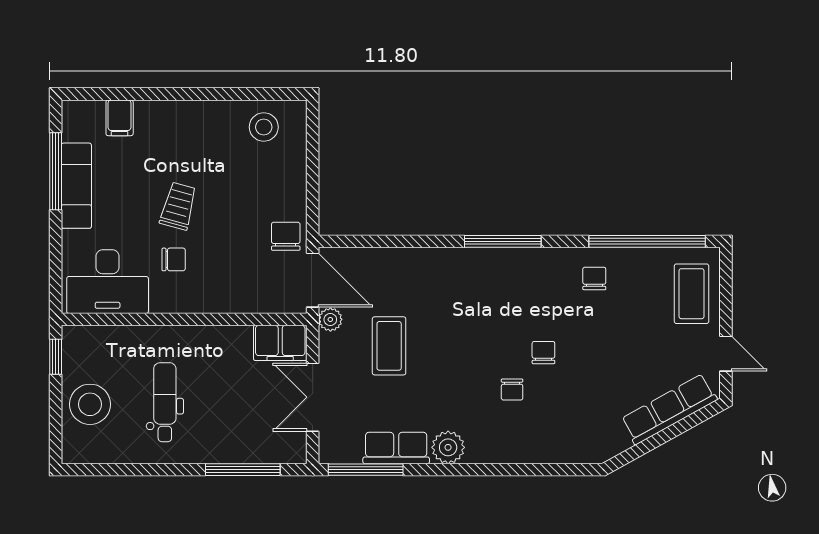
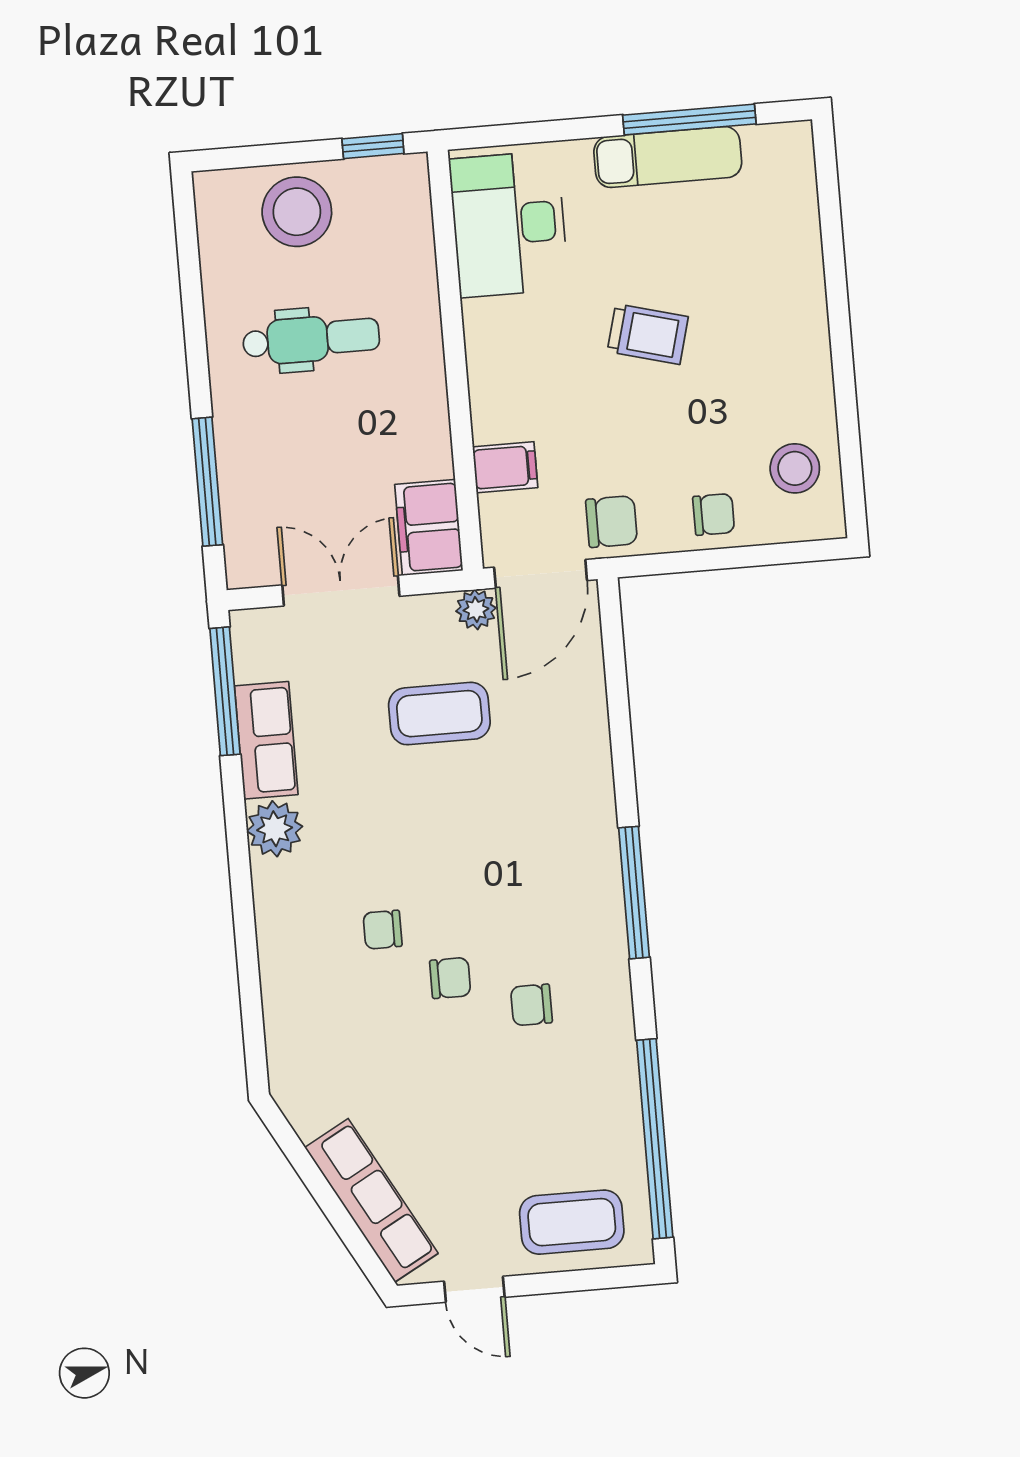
filing cabinet: (120, 118) -> (505, 467), moved, turned 180
chair: (174, 259) -> (714, 514), moved, turned -90
chair: (594, 278) -> (531, 1005), moved, turned 180
door: (726, 354) -> (474, 1289), hinge flipped

